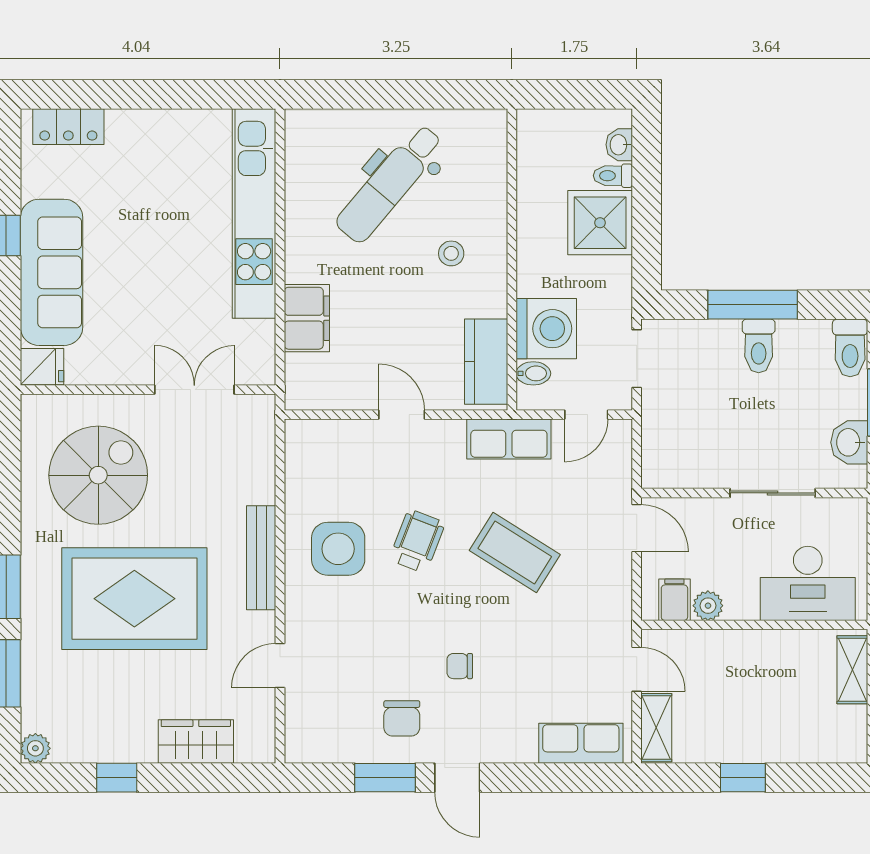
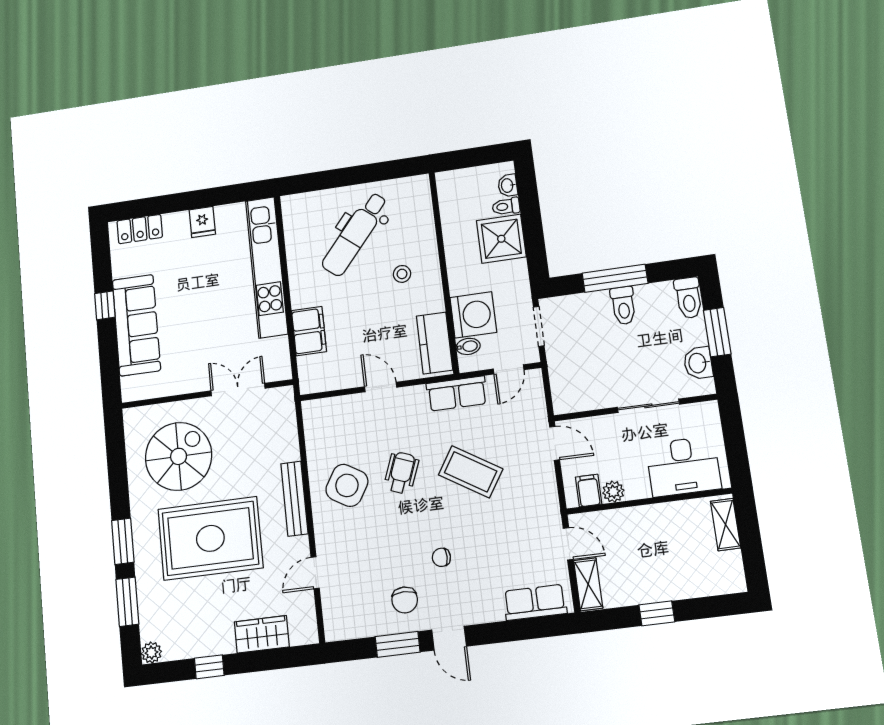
fridge: (42, 367) -> (202, 222), moved, turned 90
side table: (338, 549) -> (347, 485), turned 31

